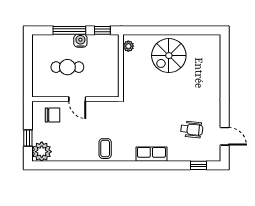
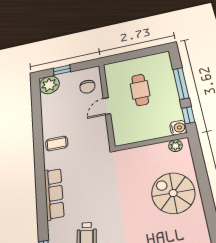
water cooler: (80, 41) -> (178, 128), moved
row of seats: (151, 154) -> (54, 194), width x1.48

